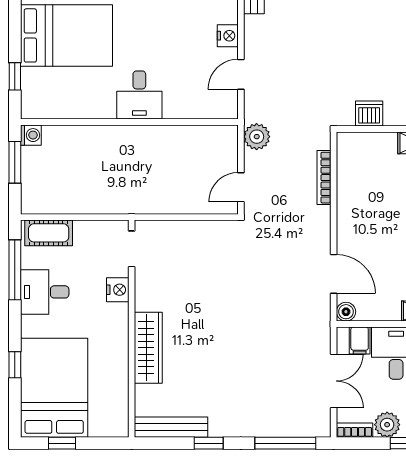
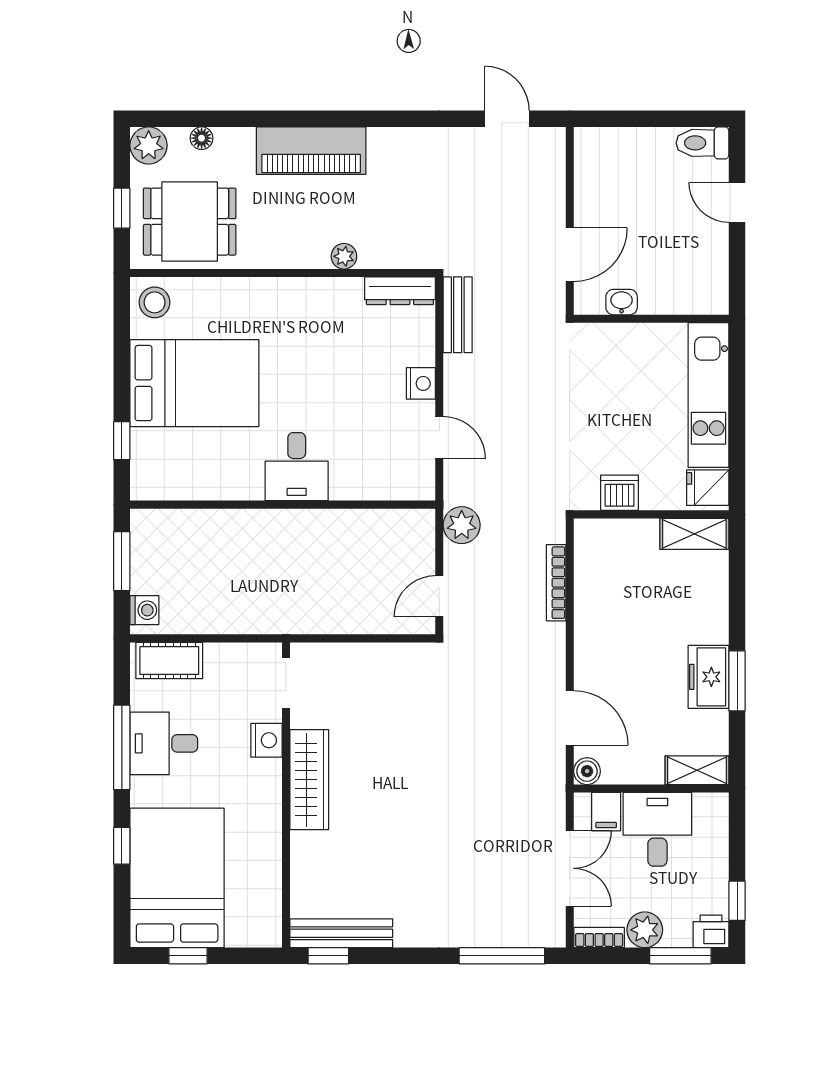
door: (241, 74) -> (439, 438), swing flipped
washing machine: (31, 135) -> (144, 610), moved
window: (15, 270) -> (122, 747), moved
wardrobe: (148, 348) -> (309, 780), moved
window: (209, 443) -> (328, 956), moved

